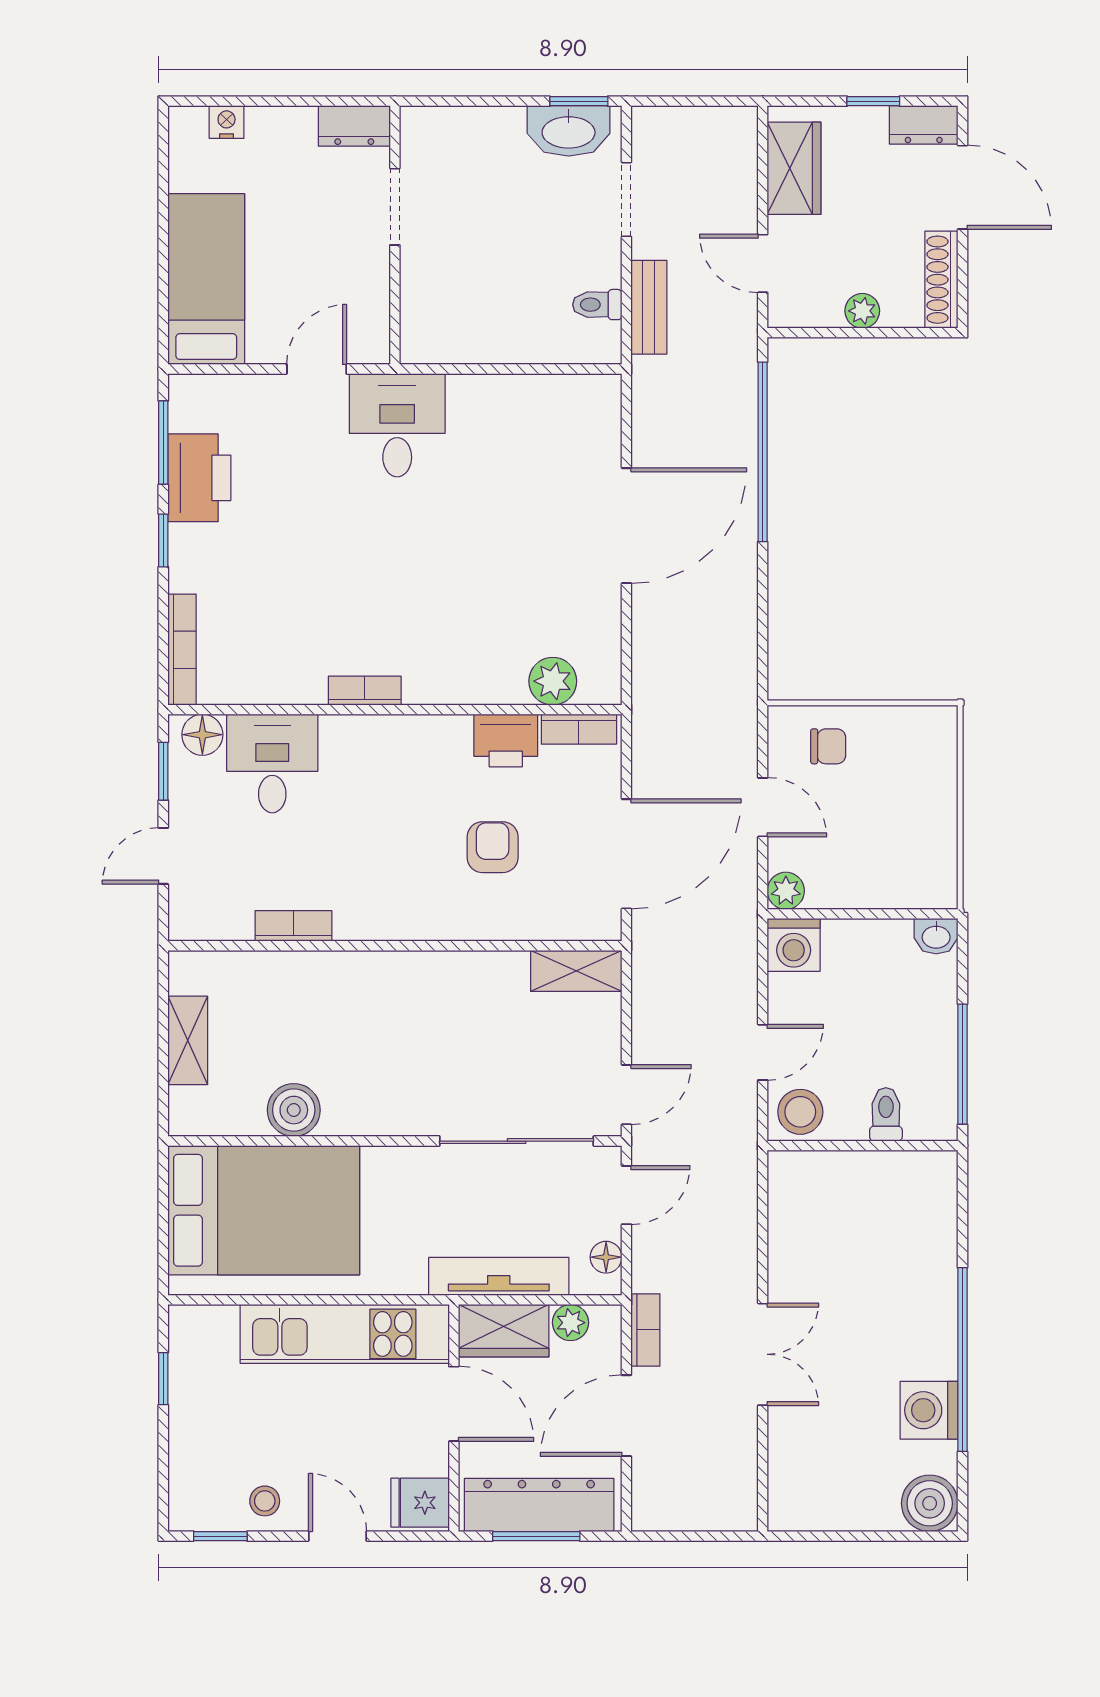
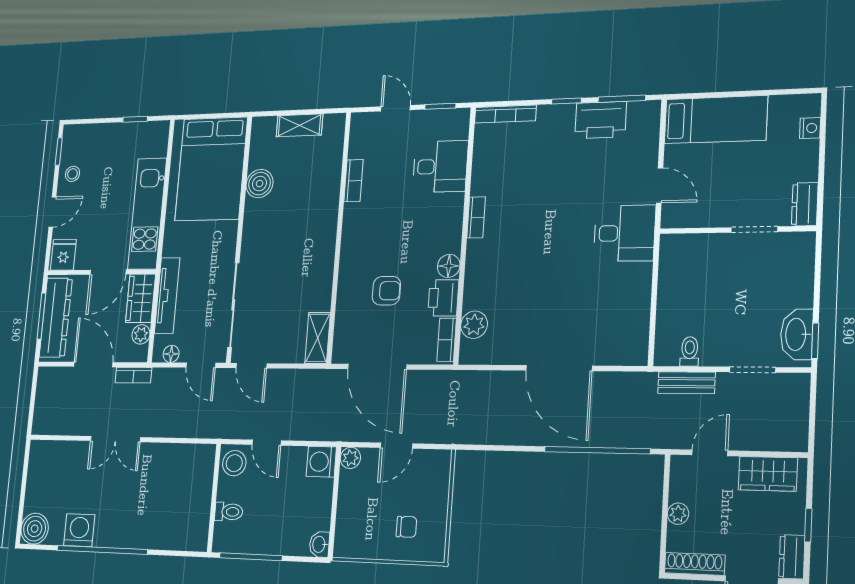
floor lamp: (202, 735) -> (449, 266), moved
chair: (828, 746) -> (406, 527), moved, turned -90

